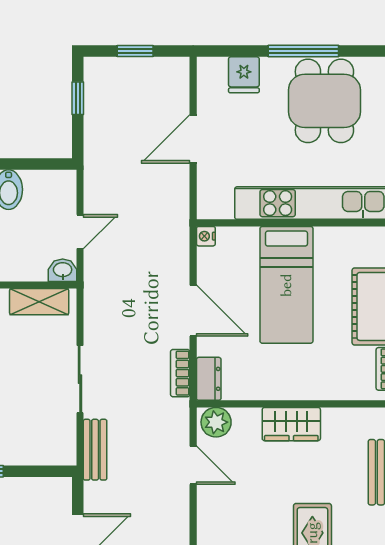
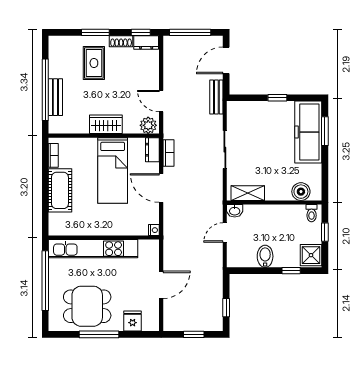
dining table: (324, 101) -> (87, 306), turned 90
bed: (286, 285) -> (113, 170), moved, turned 180
bench: (95, 450) -> (216, 97), moved

